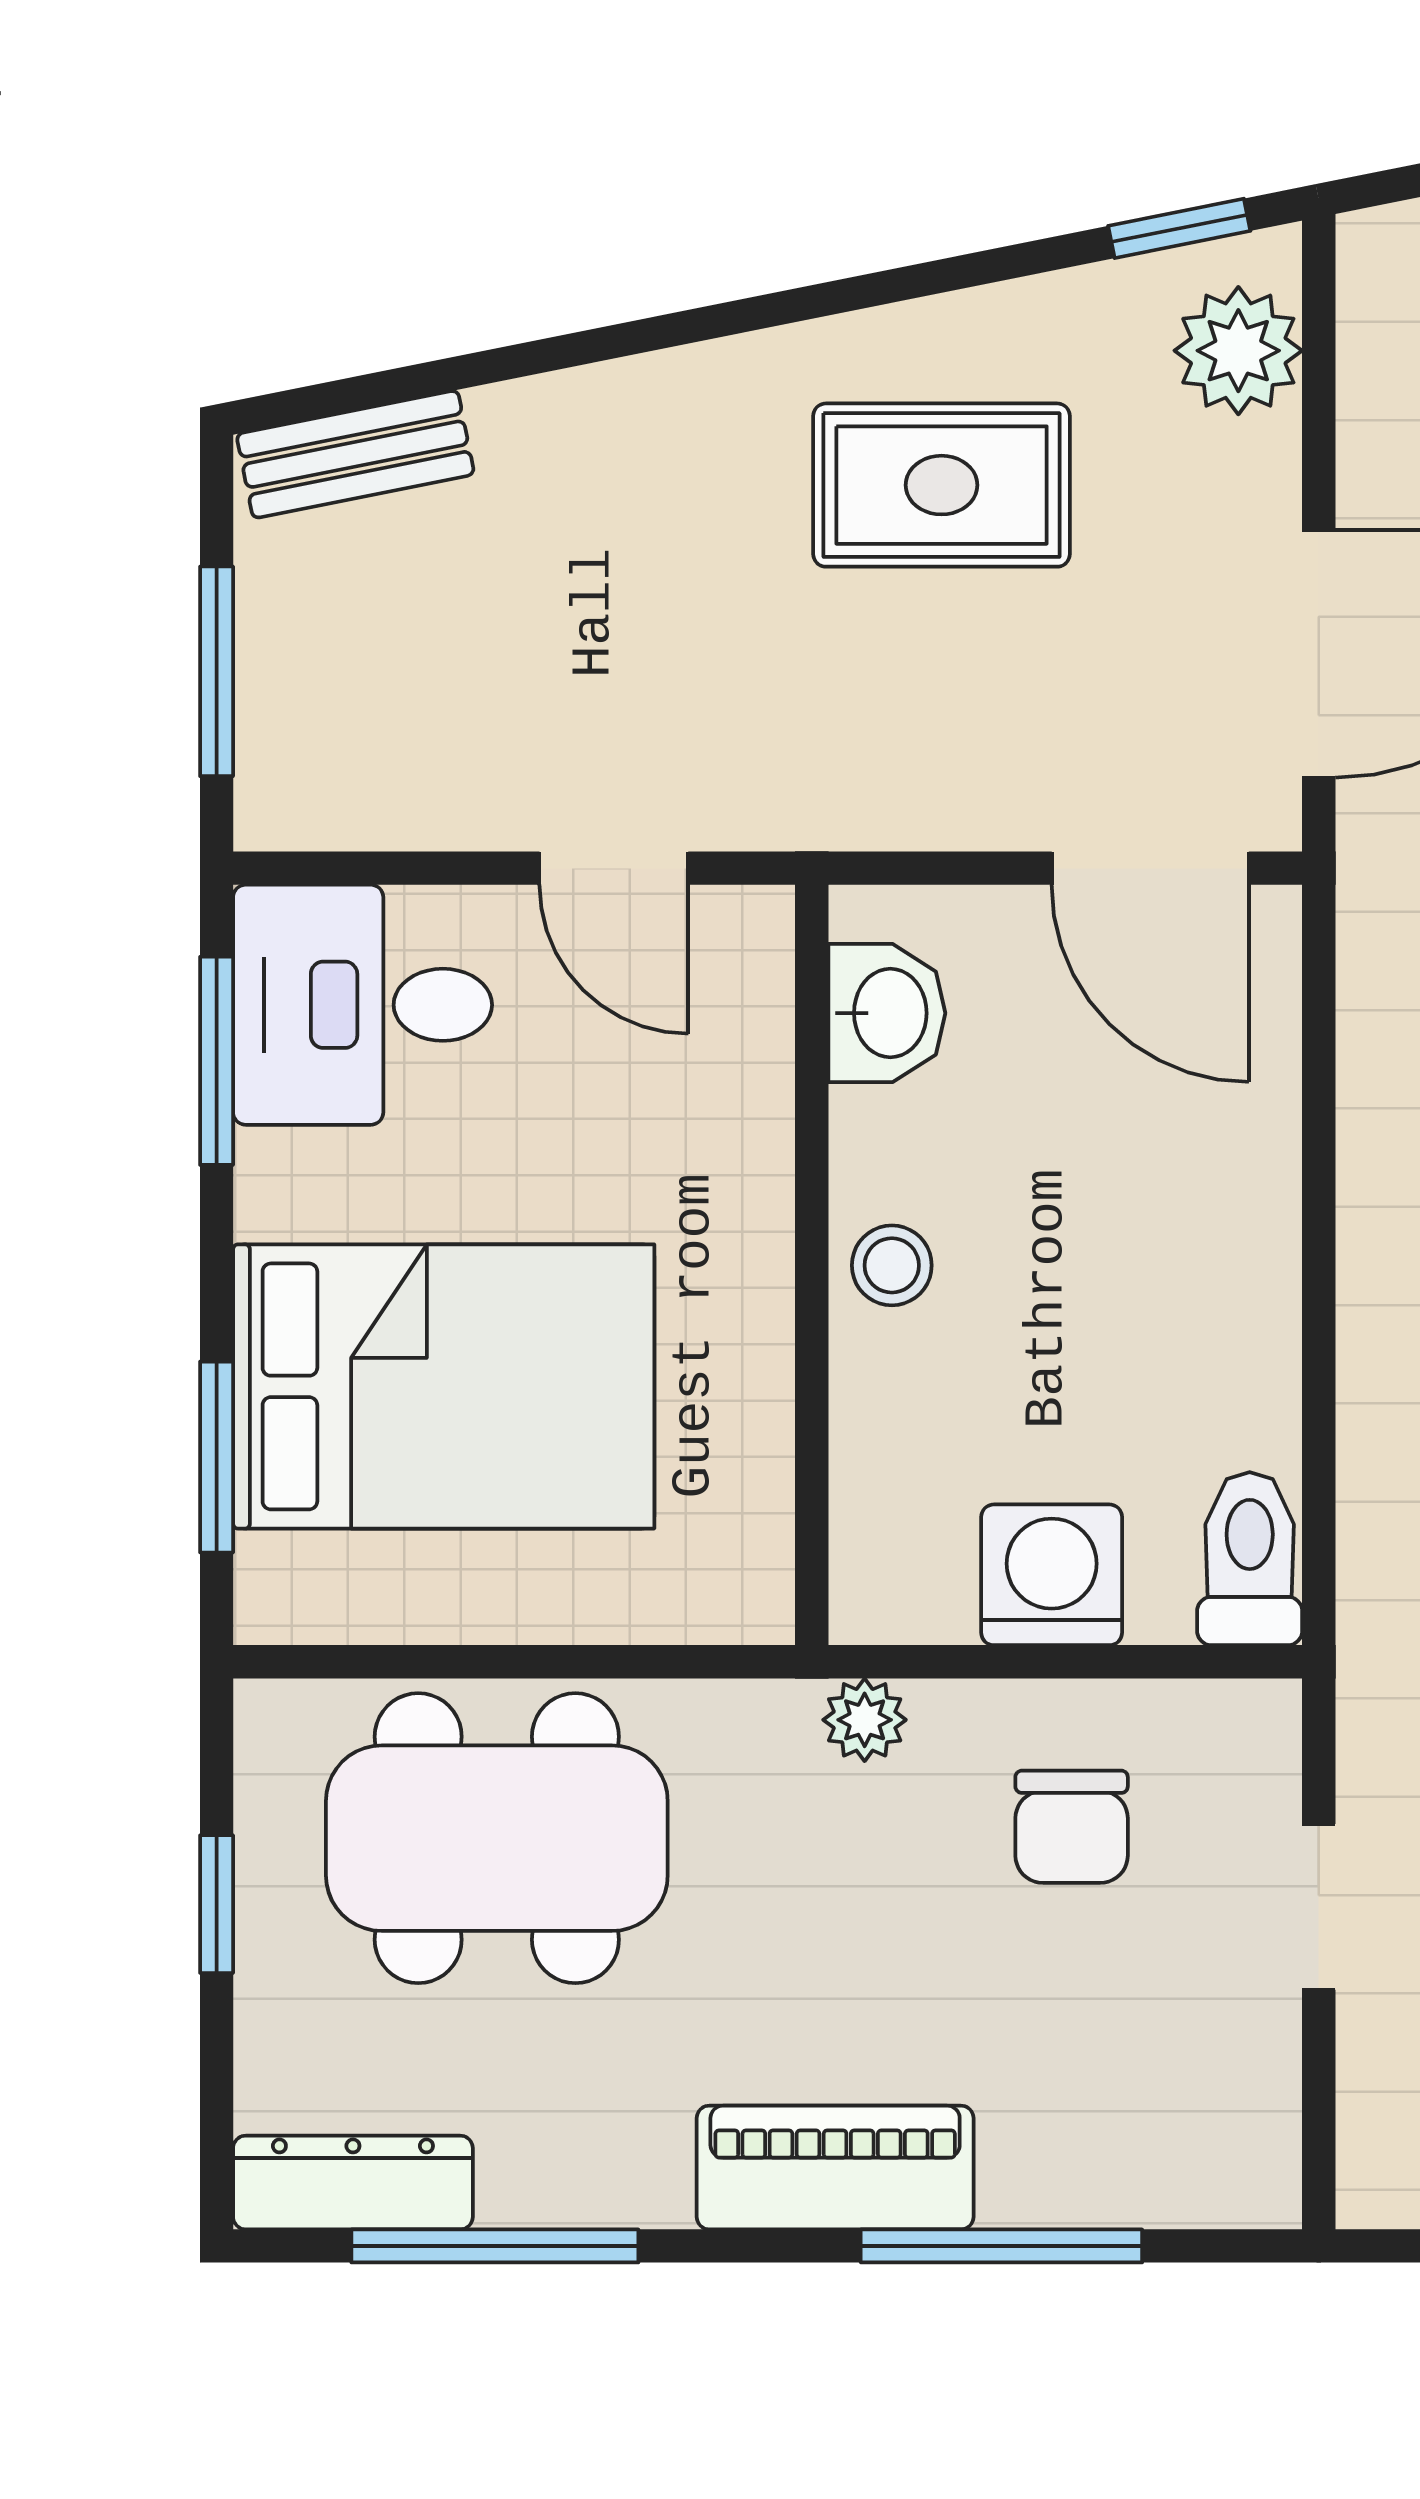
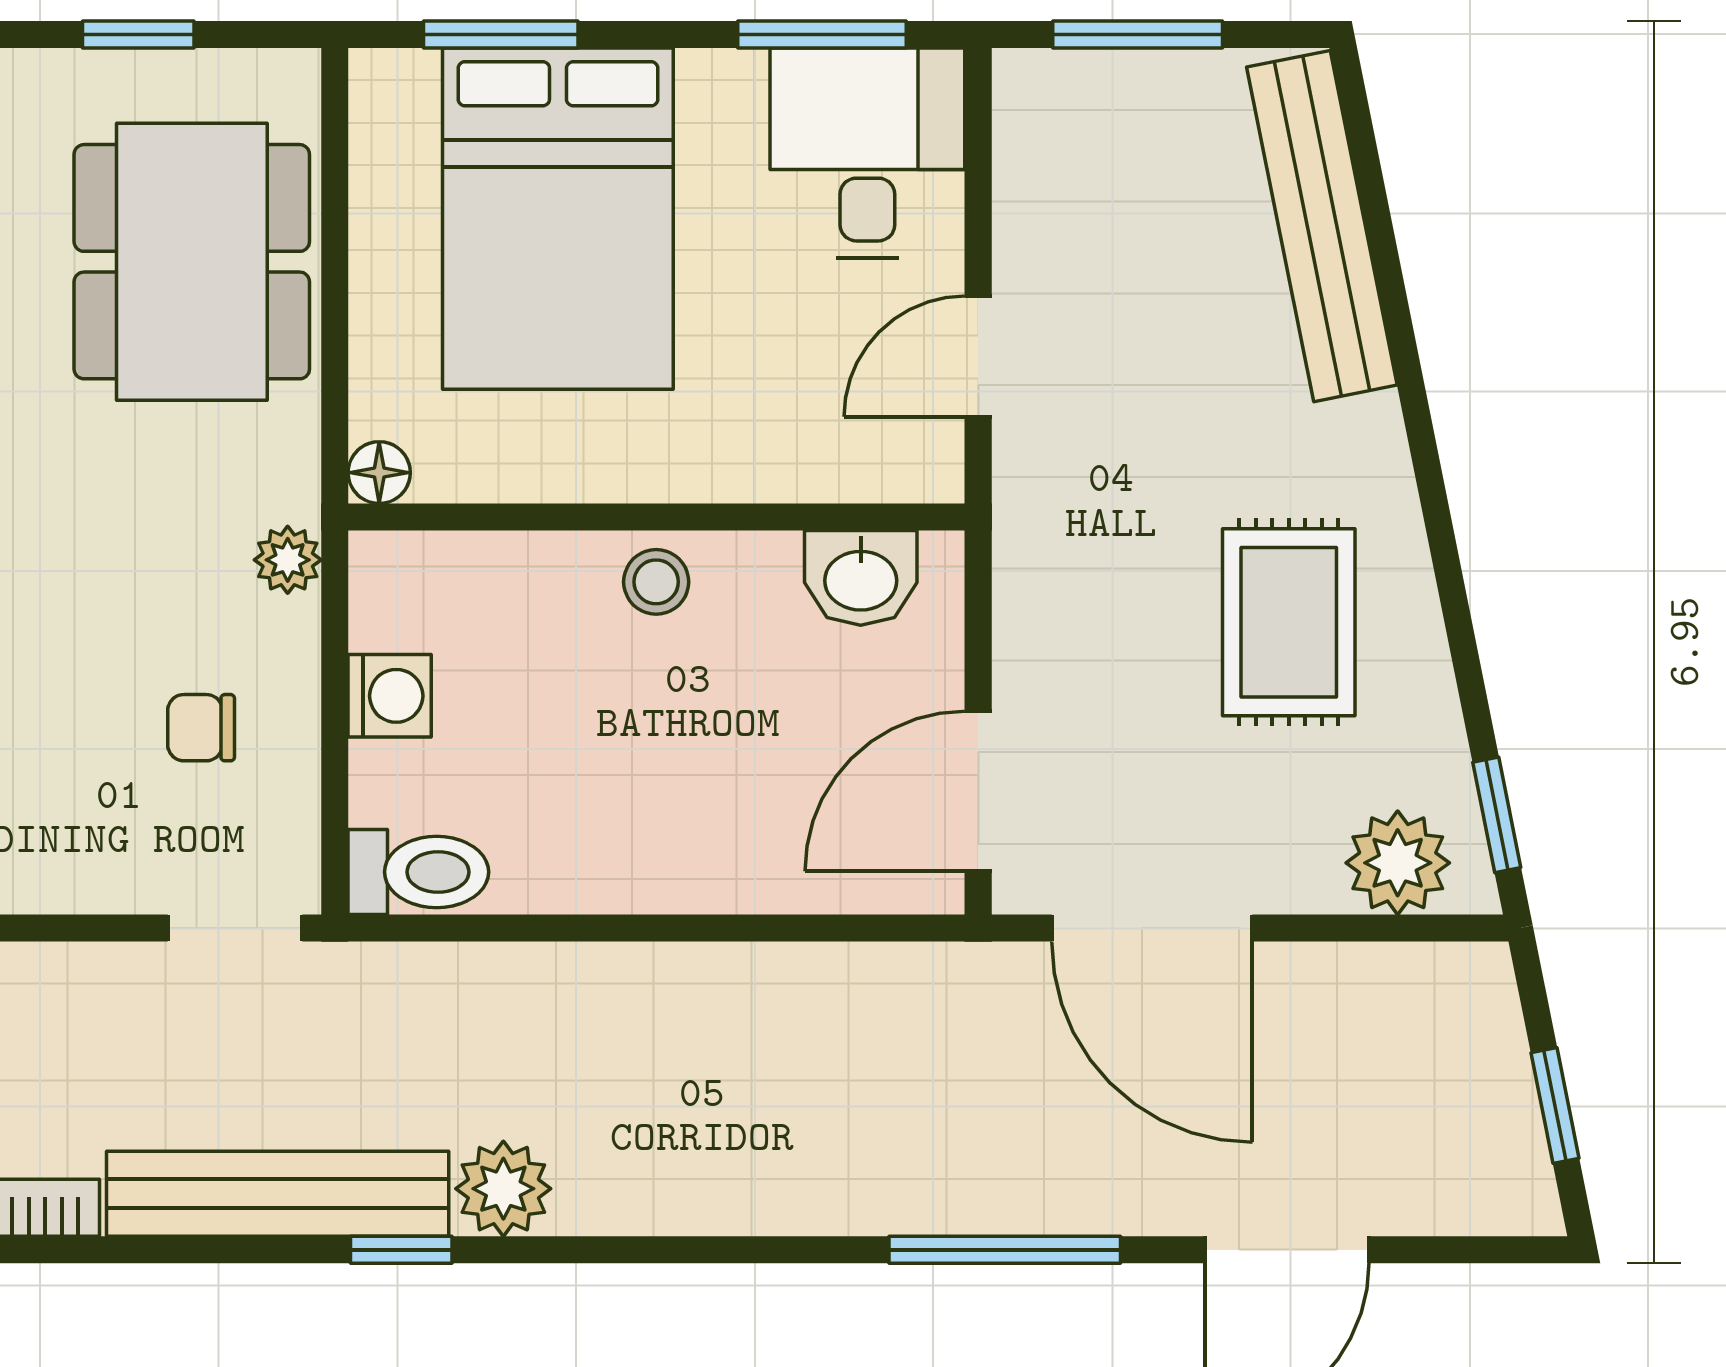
bench: (355, 454) -> (1322, 226), width x1.86, depth x1.21
washing machine: (1052, 1575) -> (390, 696), width x0.73, depth x0.73
floor lamp: (757, 1607) -> (379, 473), added
chair: (1072, 1827) -> (201, 728), width x0.73, depth x0.73
doorway: (1319, 1907) -> (235, 928), moved

